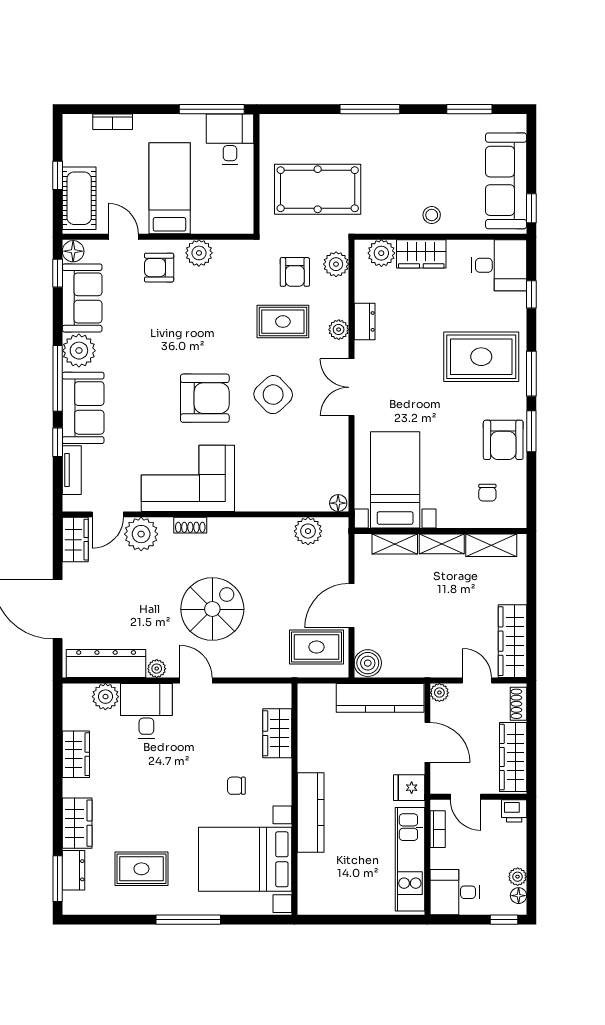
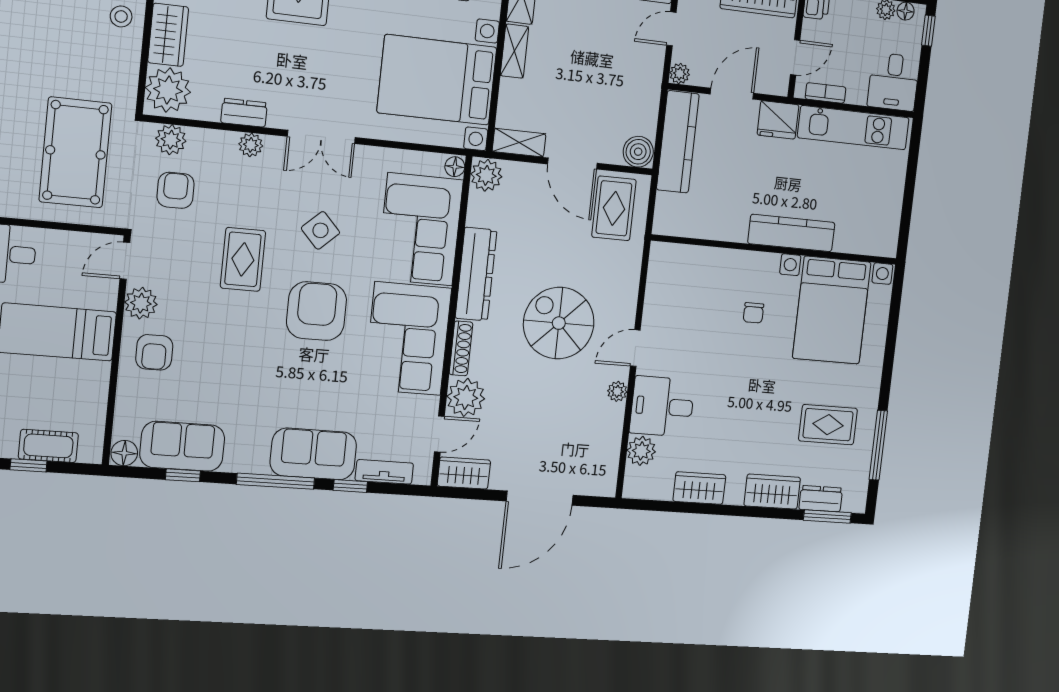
cot: (79, 198) -> (48, 446), width x0.73, depth x0.75
door: (123, 237) -> (125, 261), moved
plant: (381, 253) -> (168, 90), width x1.36, depth x1.36
armchair: (295, 272) -> (176, 190), turned -90
window: (58, 273) -> (183, 475), moved
rug: (283, 322) -> (243, 259), moved
plant: (79, 351) -> (245, 454), removed
side table: (273, 395) -> (320, 230), width x0.73, depth x0.73
corner sofa: (282, 479) -> (420, 229), added
bed with nightstands: (395, 480) -> (437, 80), width x1.36
door: (108, 514) -> (439, 434), hinge flipped
shoe rack: (190, 525) -> (461, 348), width x1.43
plant: (308, 531) -> (486, 175), moved
shelving: (395, 544) -> (519, 143), moved, turned 90
dresser: (106, 664) -> (476, 274), moved, turned 180
wardrobe: (277, 733) -> (703, 262), removed
fridge: (409, 788) -> (778, 120), width x1.38
rug: (141, 869) -> (828, 425), turned 90
window: (188, 920) -> (878, 445), moved

